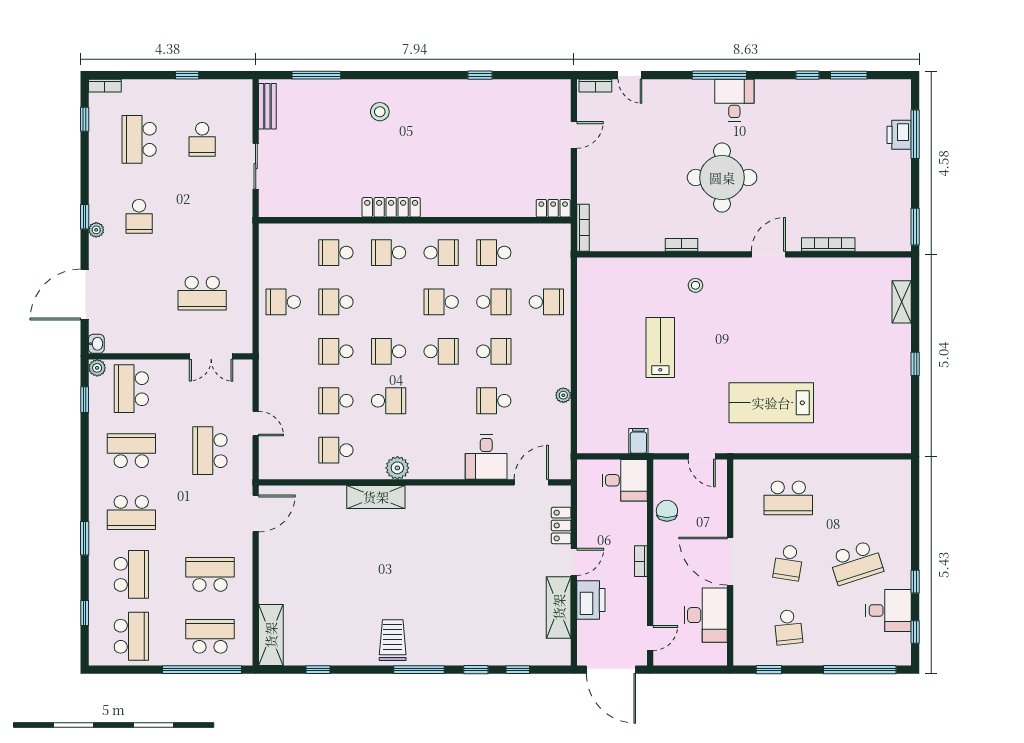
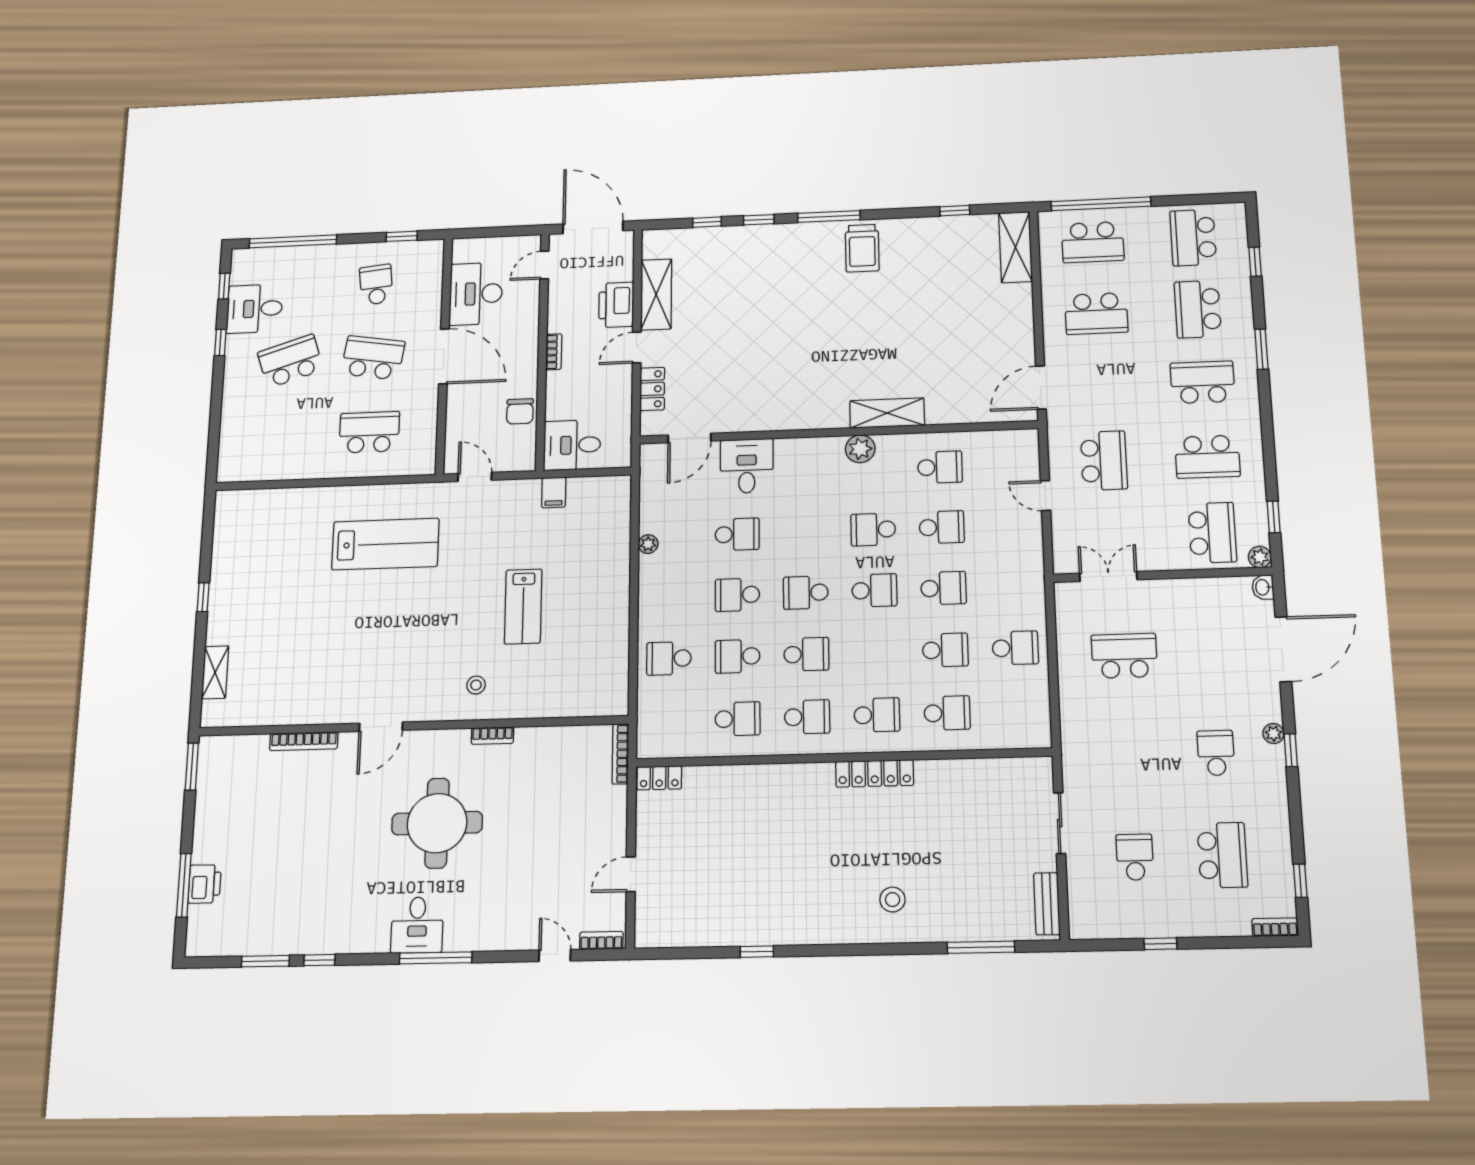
school desk: (441, 253) -> (807, 717), turned 180
school desk: (788, 563) -> (373, 358), width x1.85

